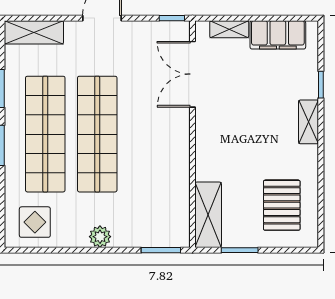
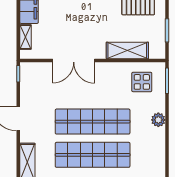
double door: (193, 74) -> (74, 60), moved
shelving: (208, 215) -> (127, 50), moved
display table: (35, 222) -> (142, 82), moved

